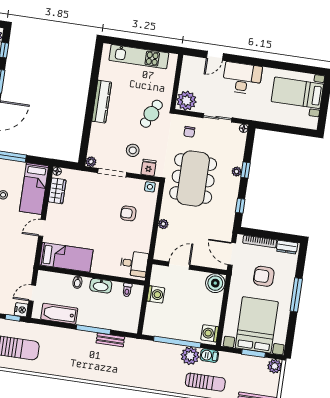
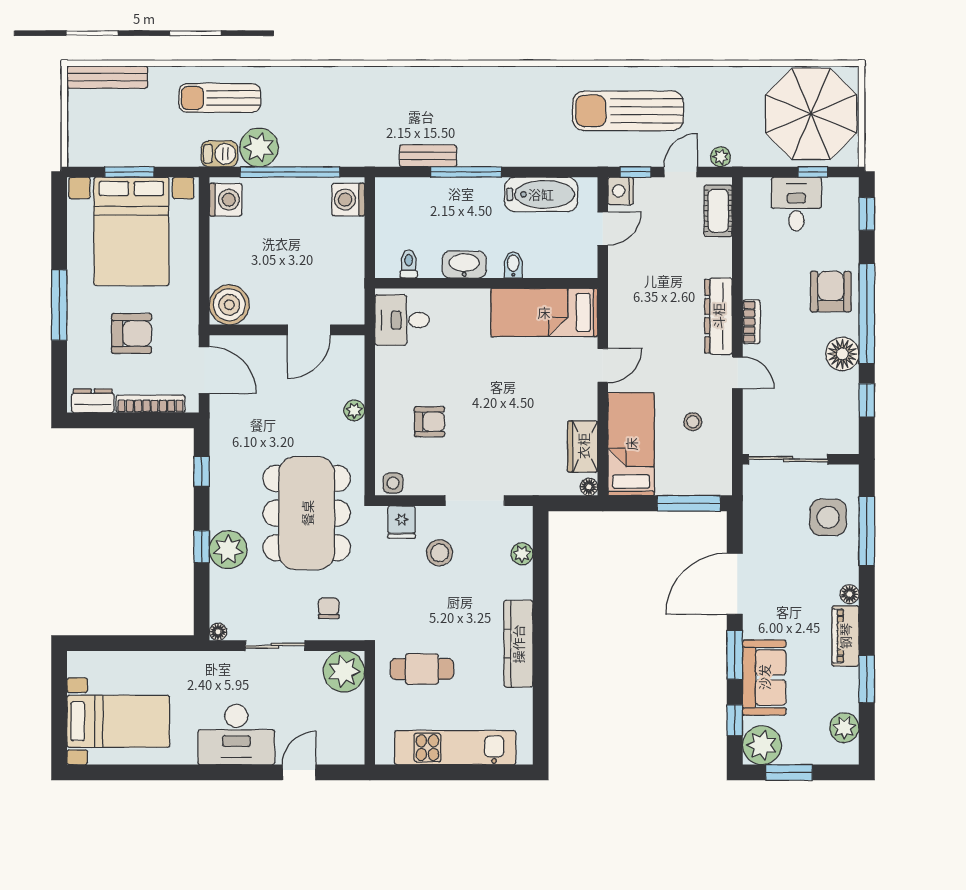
cafe table: (151, 114) -> (422, 669), moved, turned 65
plant: (91, 162) -> (522, 554), moved
plant: (237, 172) -> (228, 550), width x1.87, depth x1.87
washing machine: (156, 294) -> (348, 200), moved
plant: (275, 366) -> (82, 152), removed

